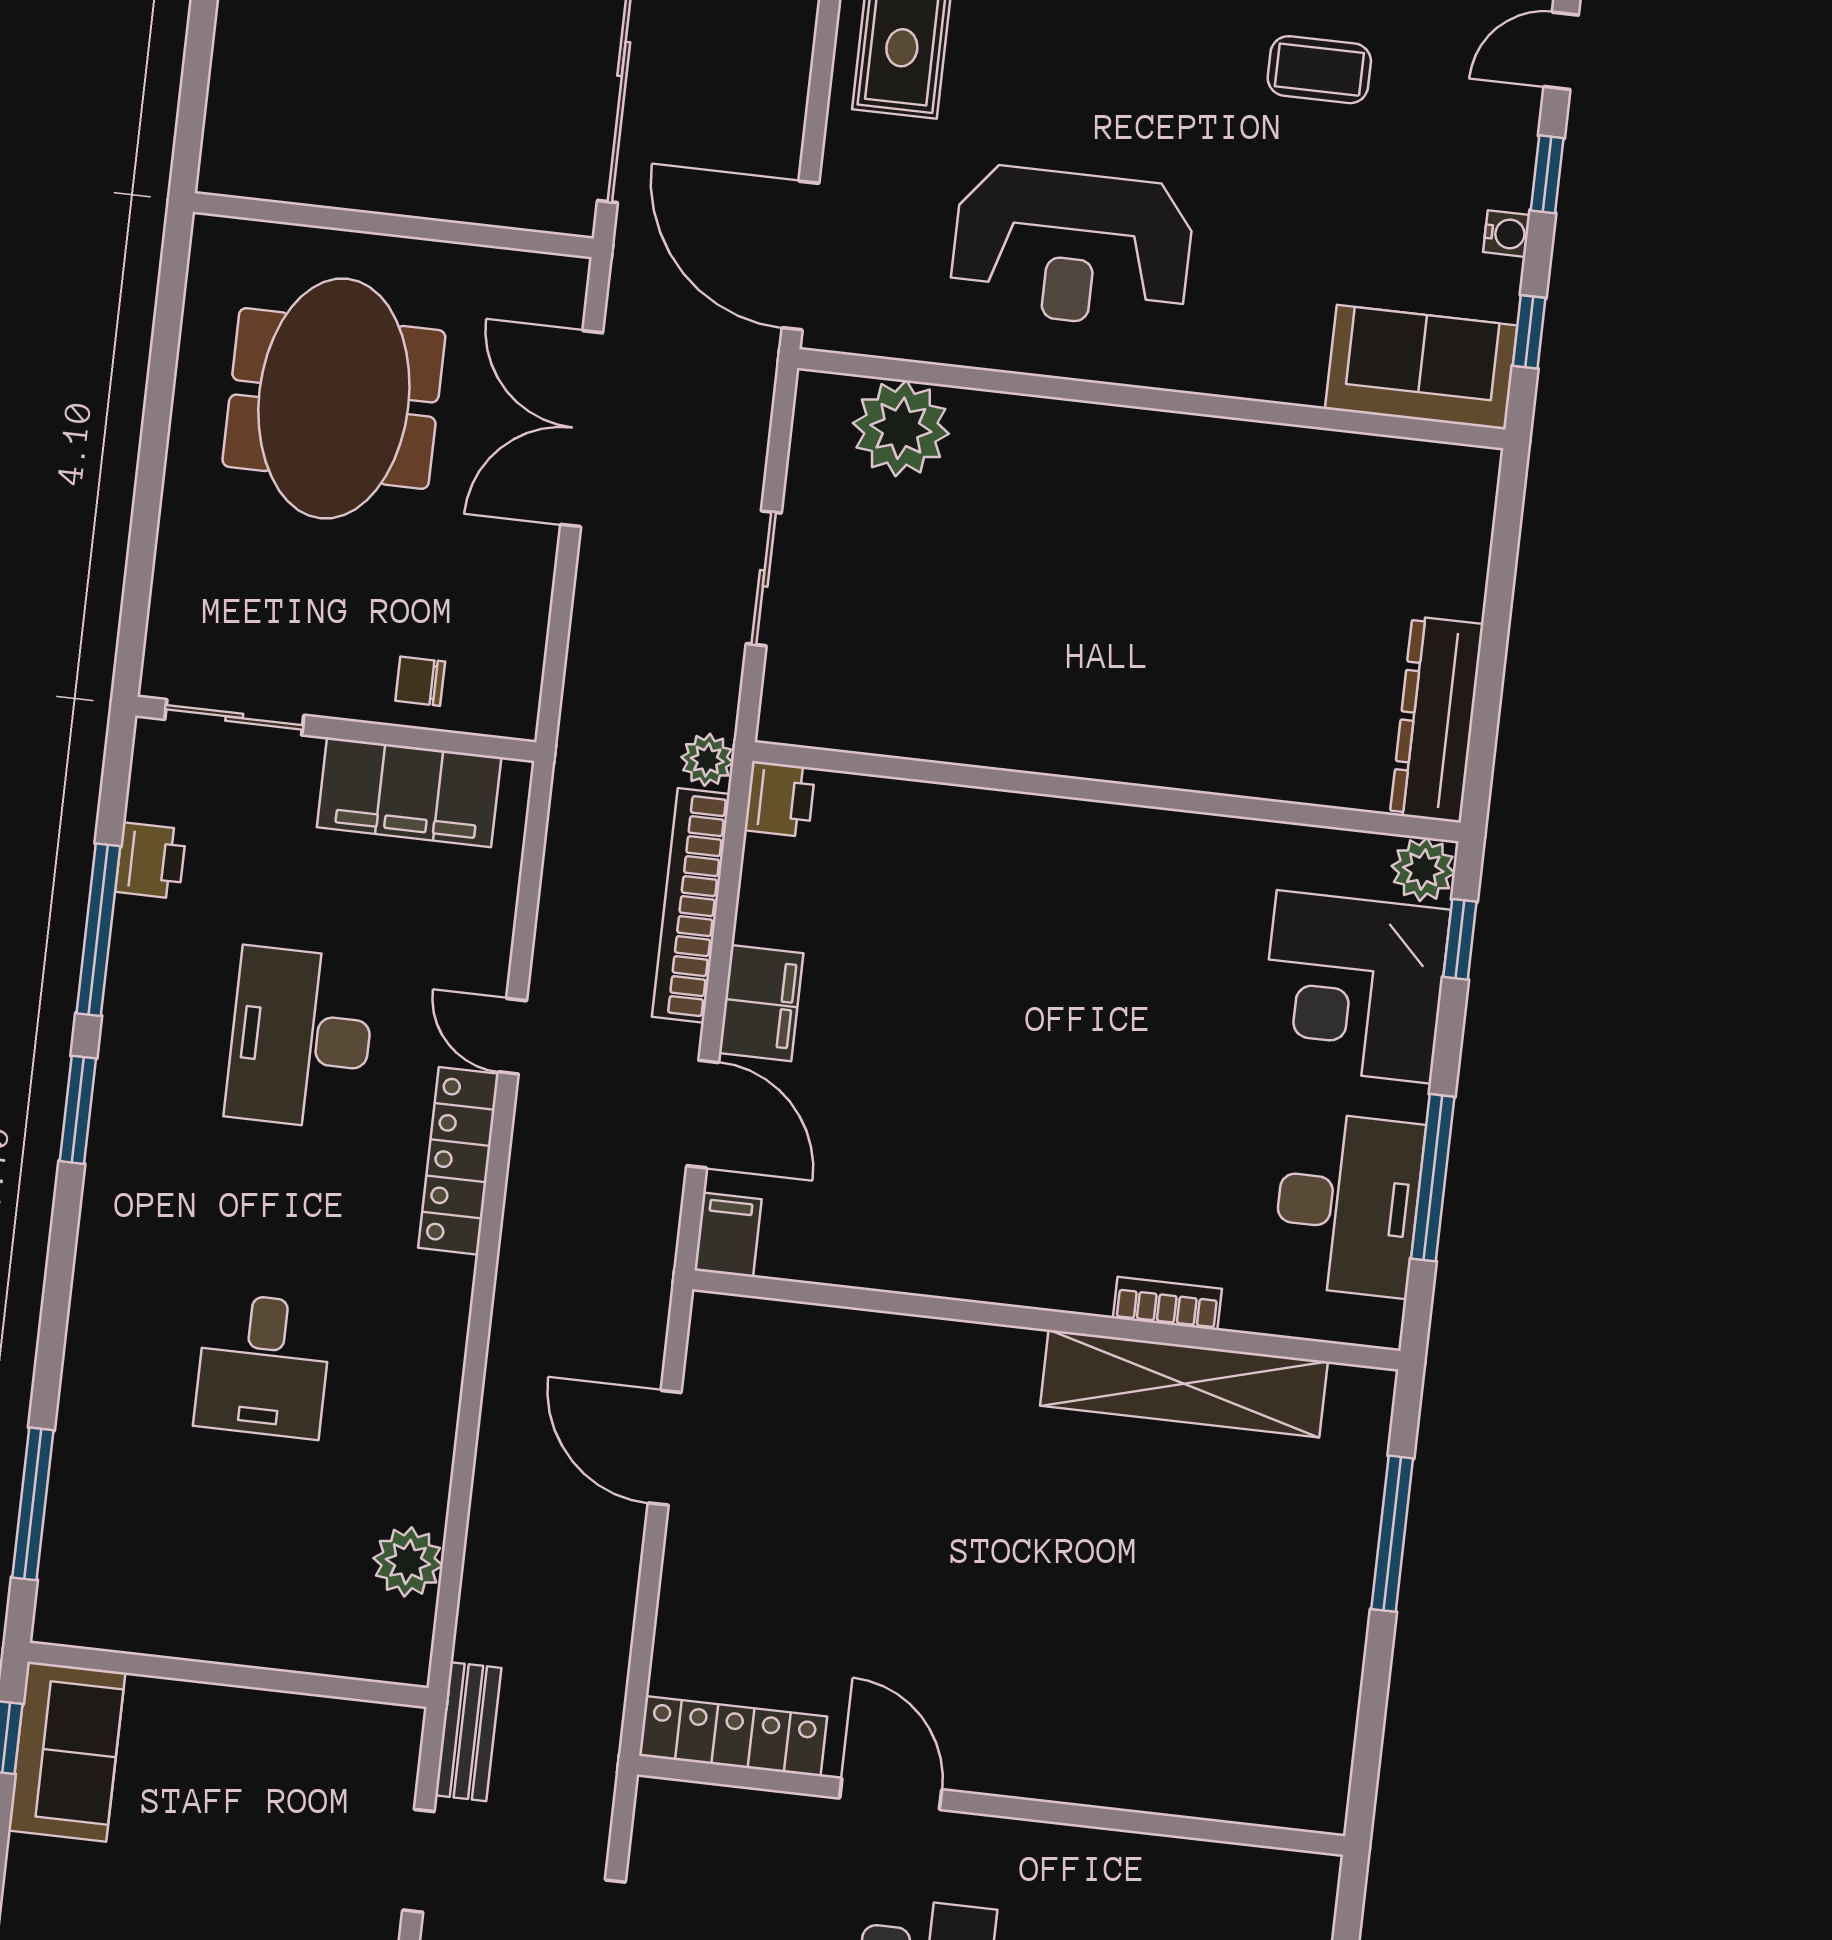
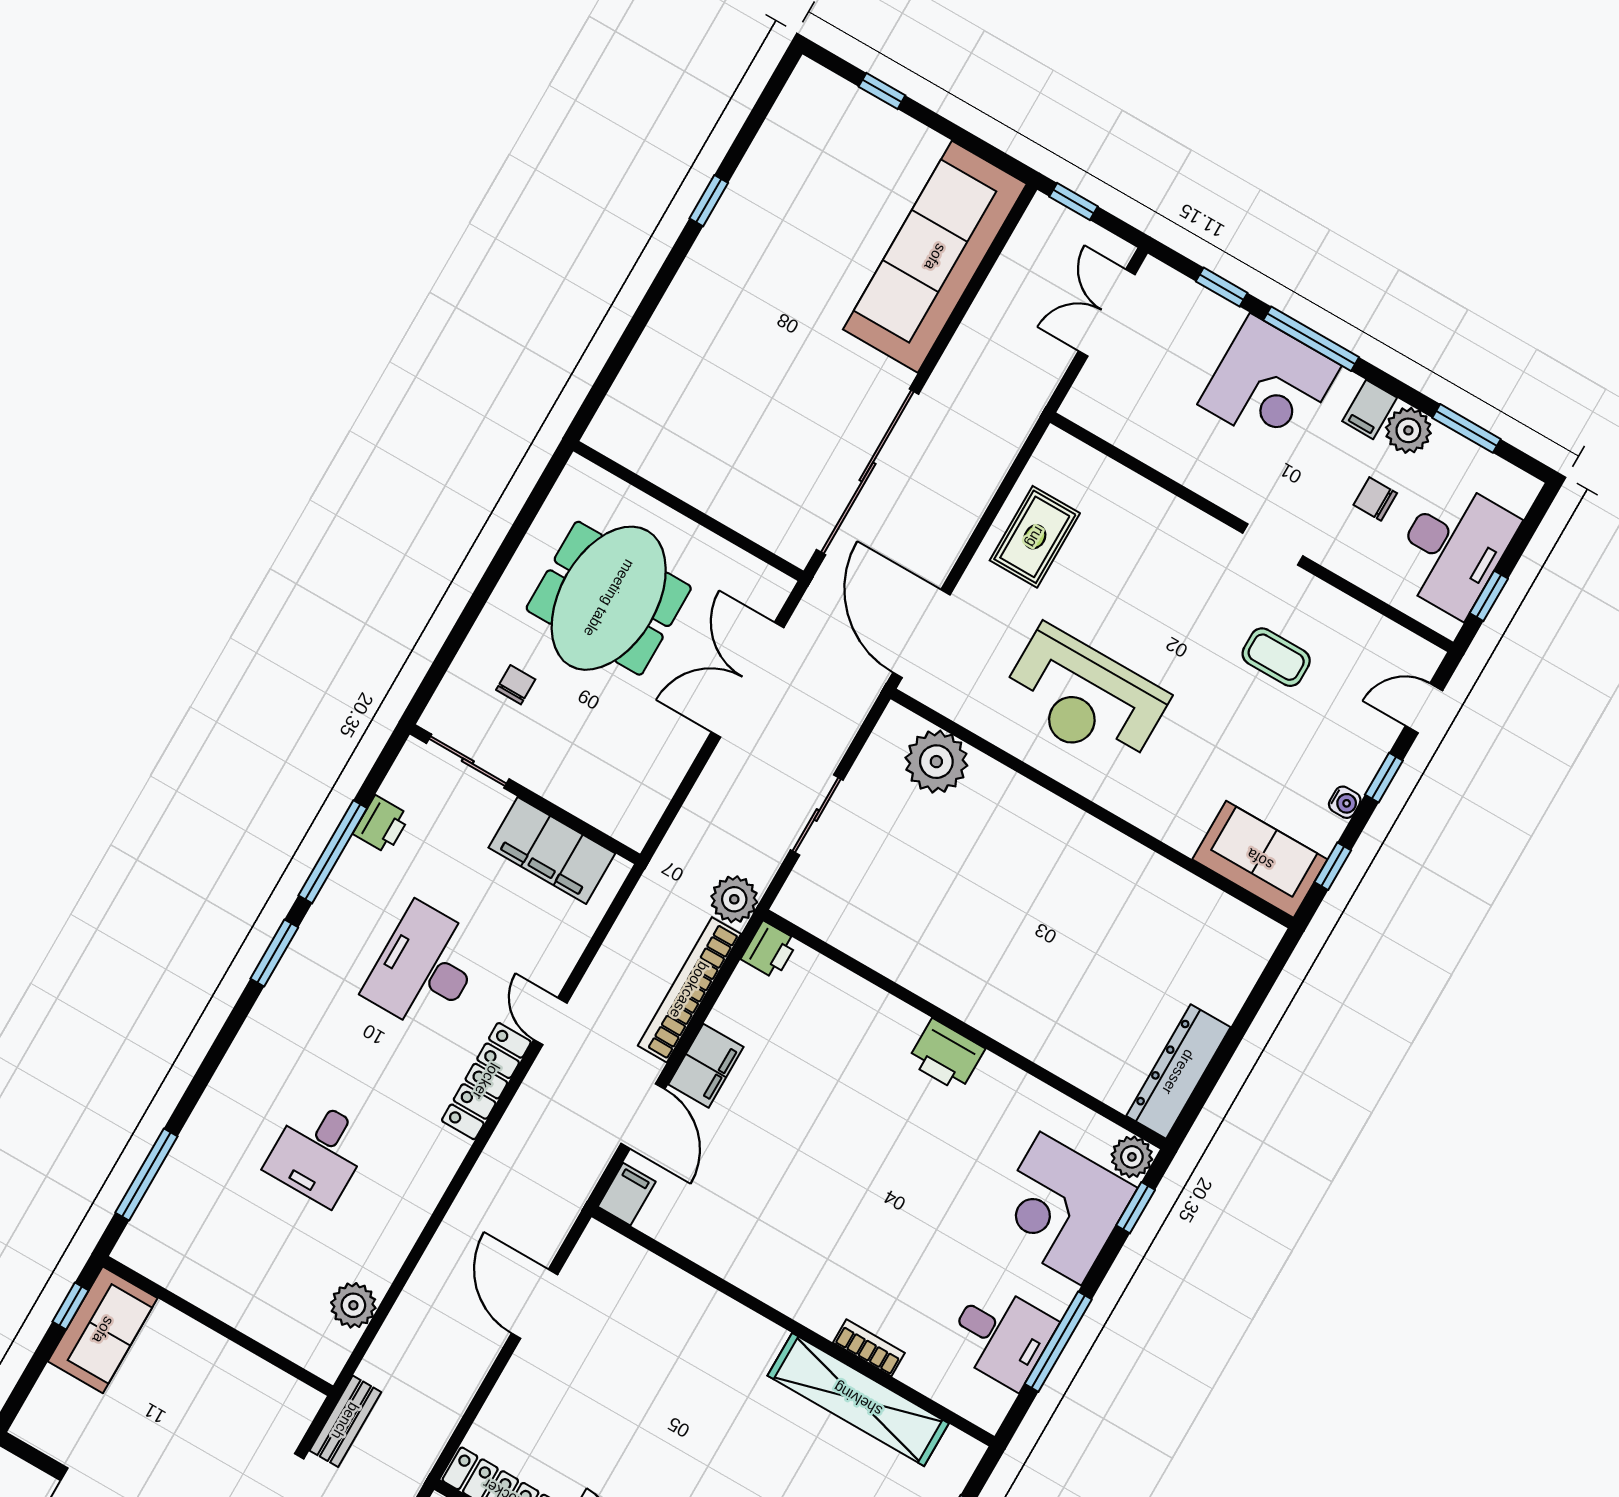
chair: (420, 681) -> (516, 685), moved, turned 90
plant: (707, 760) -> (734, 899), width x1.38, depth x1.38
printer: (1096, 840) -> (946, 1055), added
desk: (1348, 1204) -> (1001, 1336), width x0.73

